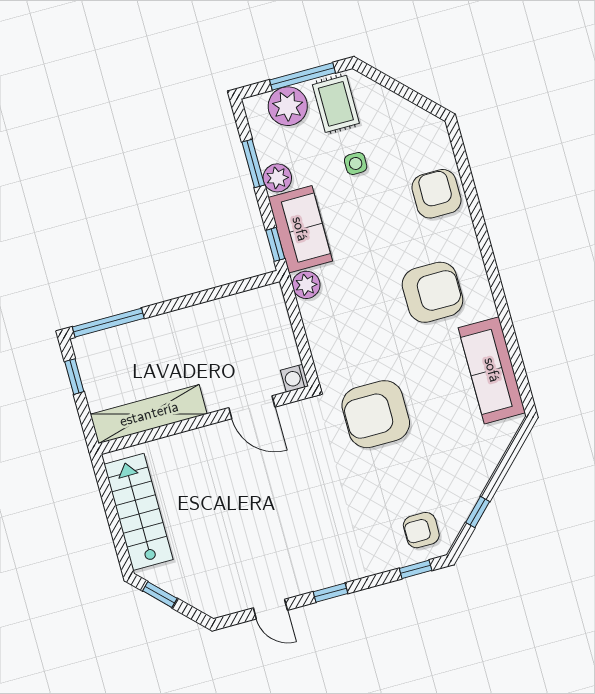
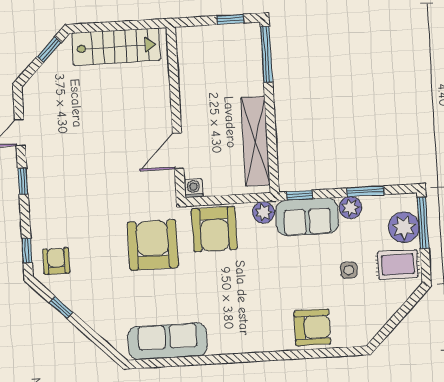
window: (303, 76) -> (423, 223), moved
armchair: (433, 292) -> (214, 229), moved
shelving: (149, 414) -> (255, 141), moved

